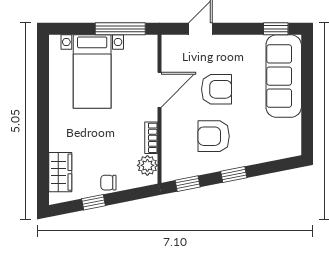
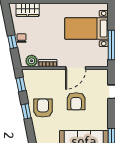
door: (159, 90) -> (76, 68), hinge flipped
armchair: (214, 136) -> (43, 108), moved
window: (93, 202) -> (12, 42), moved

